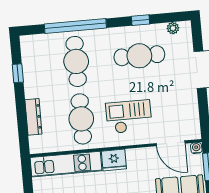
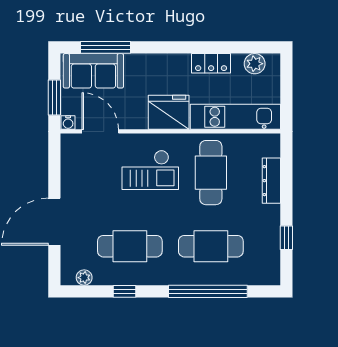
cafe table: (76, 61) -> (211, 246), turned 90
fridge: (114, 160) -> (169, 112), width x1.36, depth x1.34

